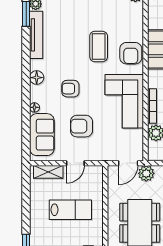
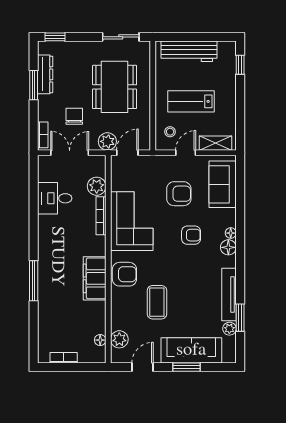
coffee table: (99, 46) -> (157, 302), moved
armchair: (131, 53) -> (124, 274), turned 90
floor lamp: (34, 107) -> (231, 233), moved
stool: (89, 182) -> (170, 132), added

